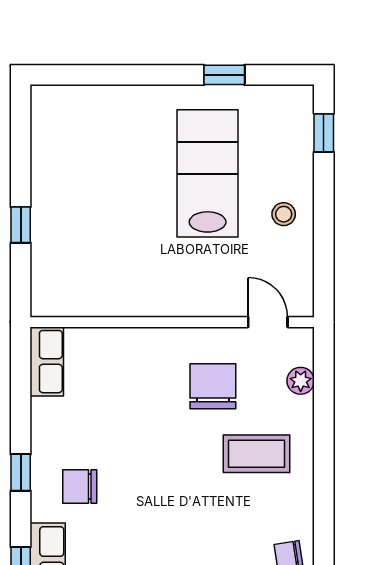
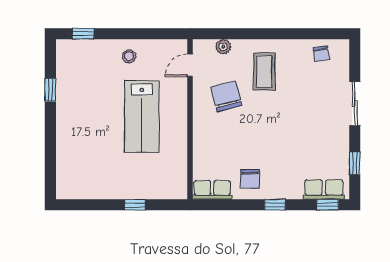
lab bench: (208, 173) -> (142, 117), moved, turned -90
chair: (213, 386) -> (226, 96), turned 76
chair: (80, 487) -> (250, 179), moved

